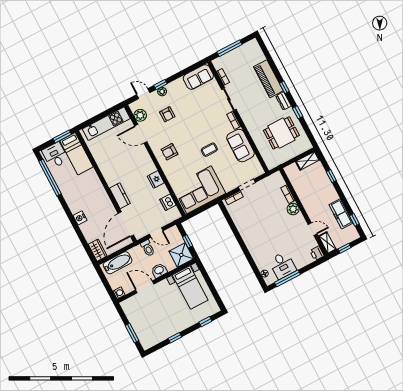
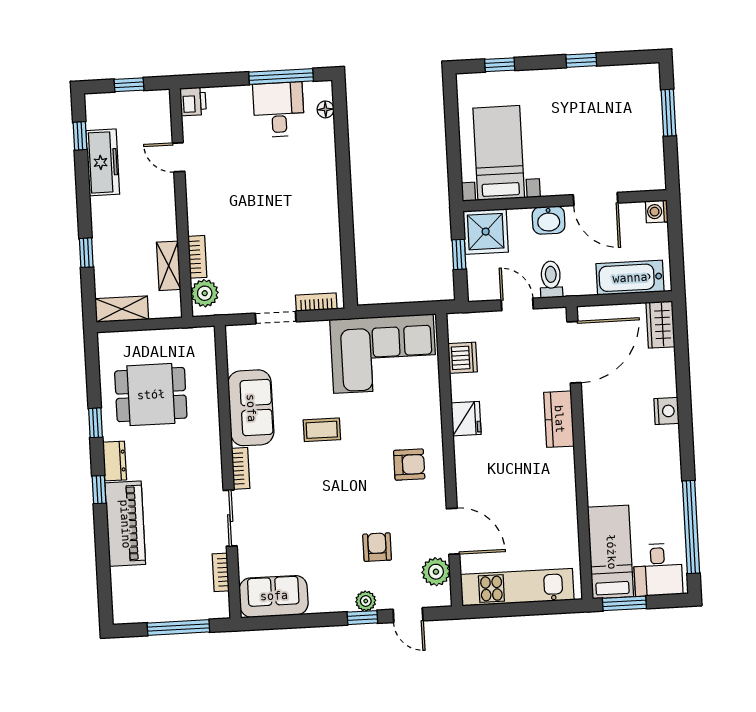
plant: (293, 209) -> (205, 293), moved
shelving: (327, 243) -> (169, 266), moved

